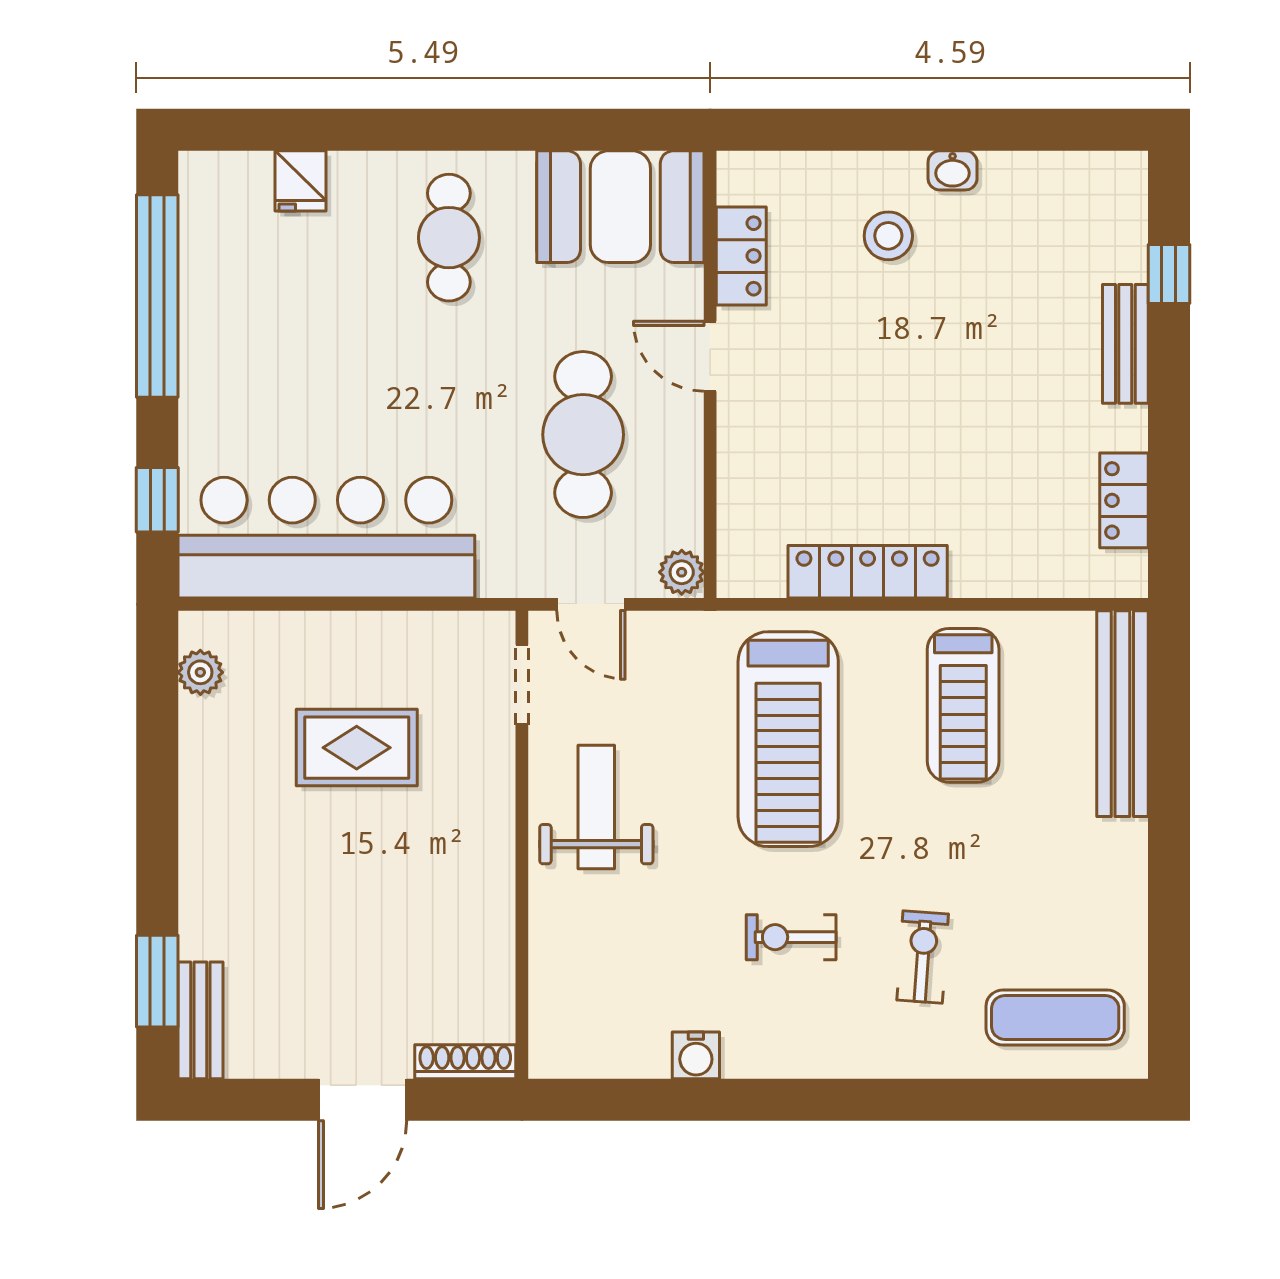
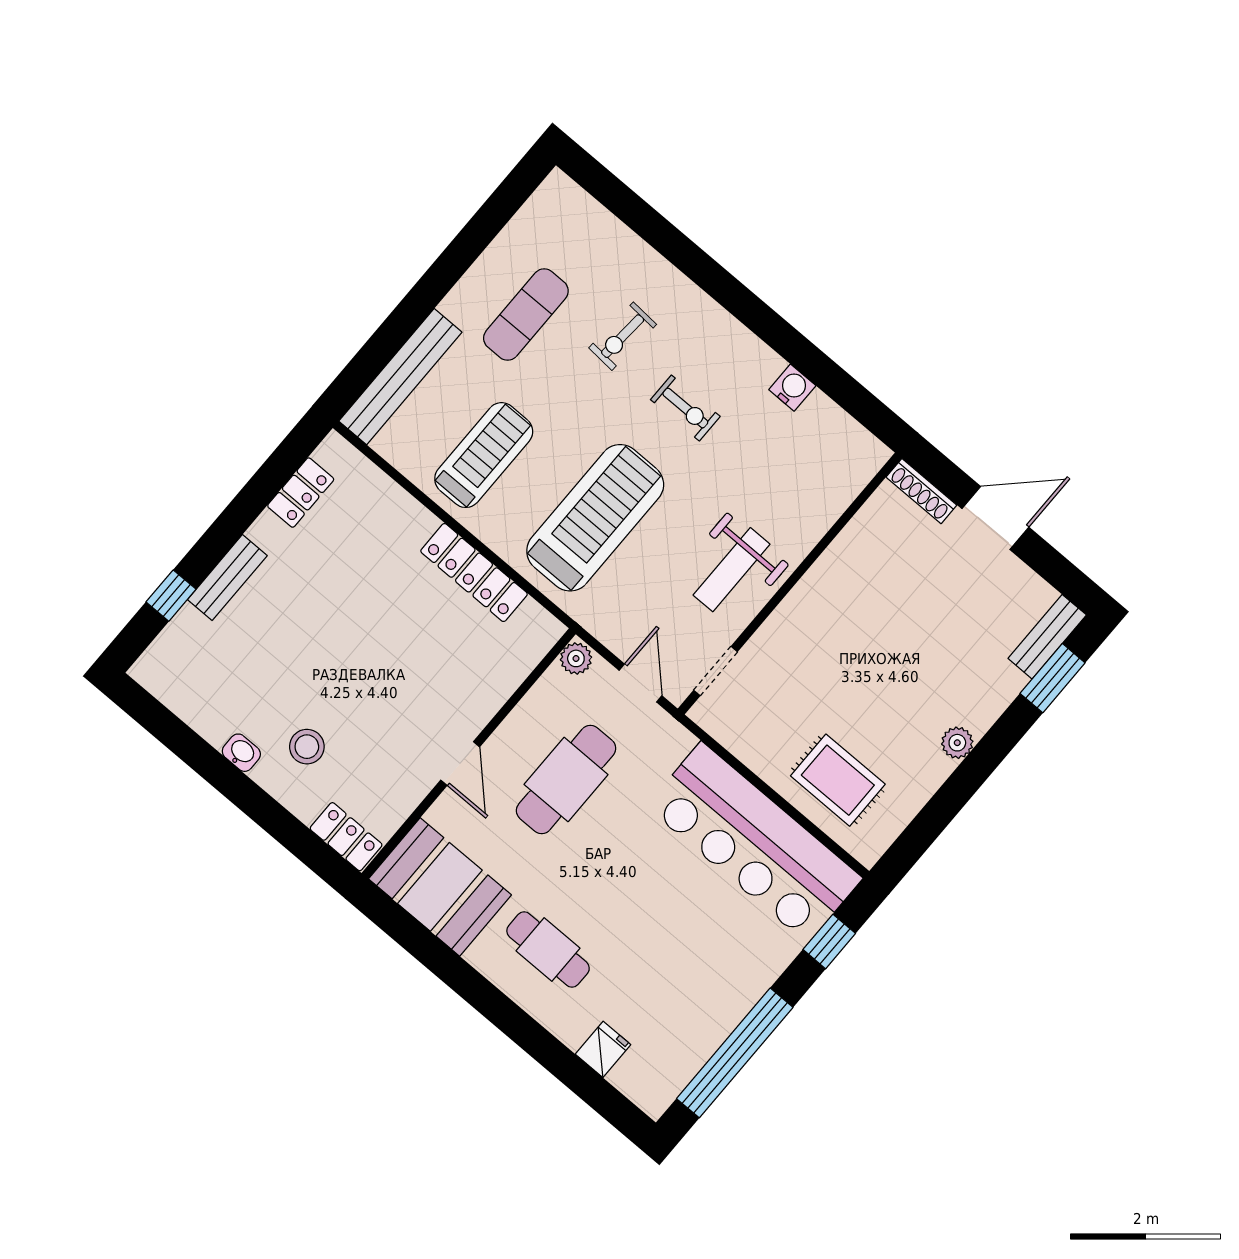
cafe table: (449, 238) -> (548, 950), turned 90
locker: (741, 256) -> (346, 837), moved, turned 90
plant: (200, 672) -> (957, 743), moved
rug: (357, 748) -> (838, 780), moved
exercise mat: (1055, 1017) -> (526, 315), moved, turned 90

